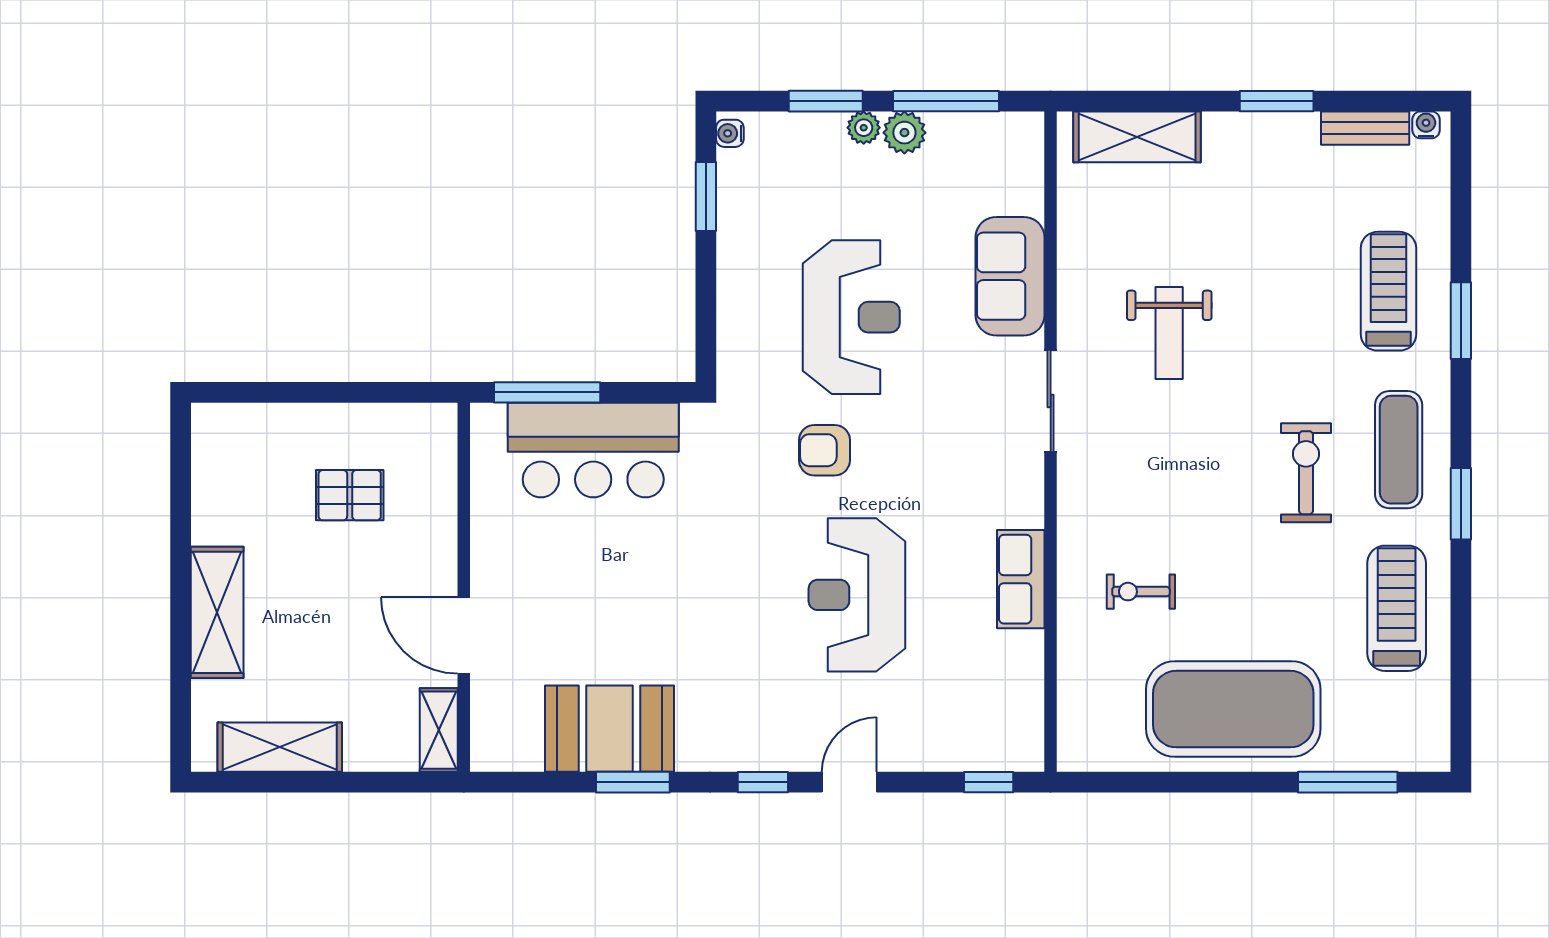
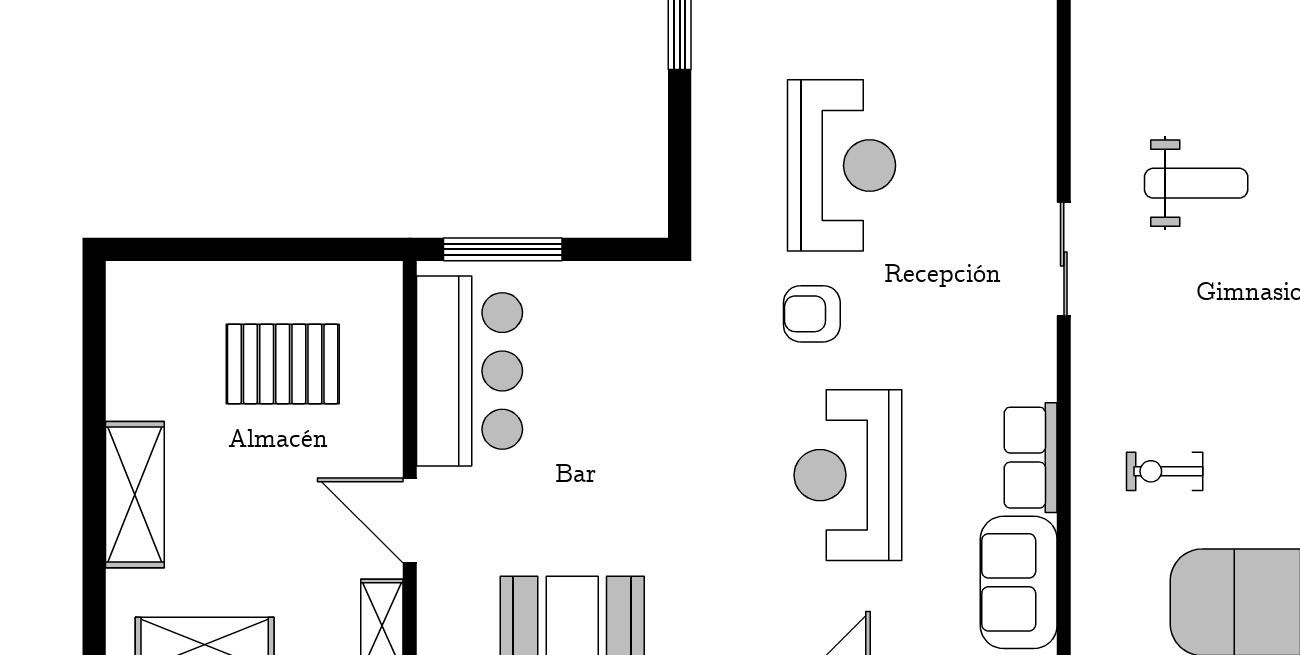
sofa: (1010, 276) -> (1019, 582), moved
weight bench: (1169, 333) -> (1196, 183), turned -90
bar counter: (593, 450) -> (469, 371), moved, turned -90
pallet: (350, 495) -> (283, 364), width x1.50, depth x1.42

